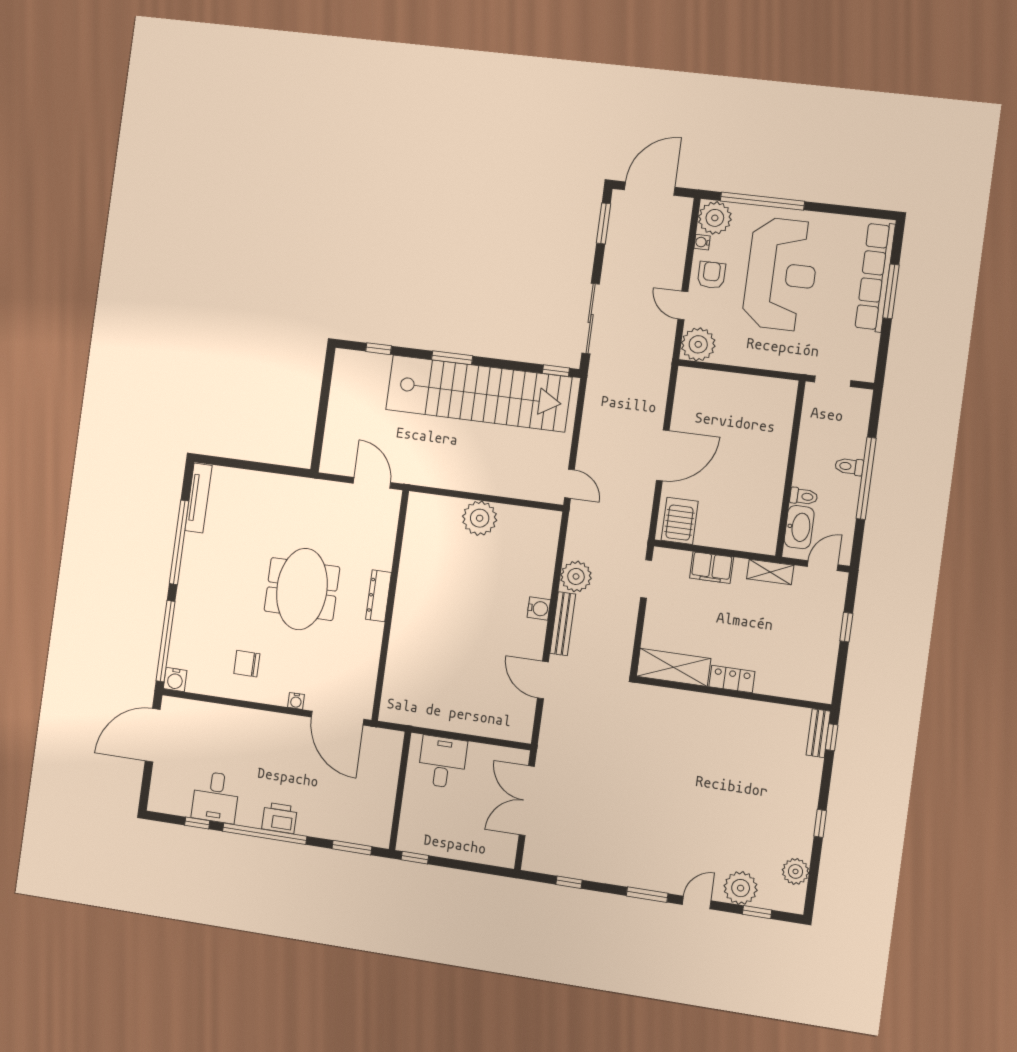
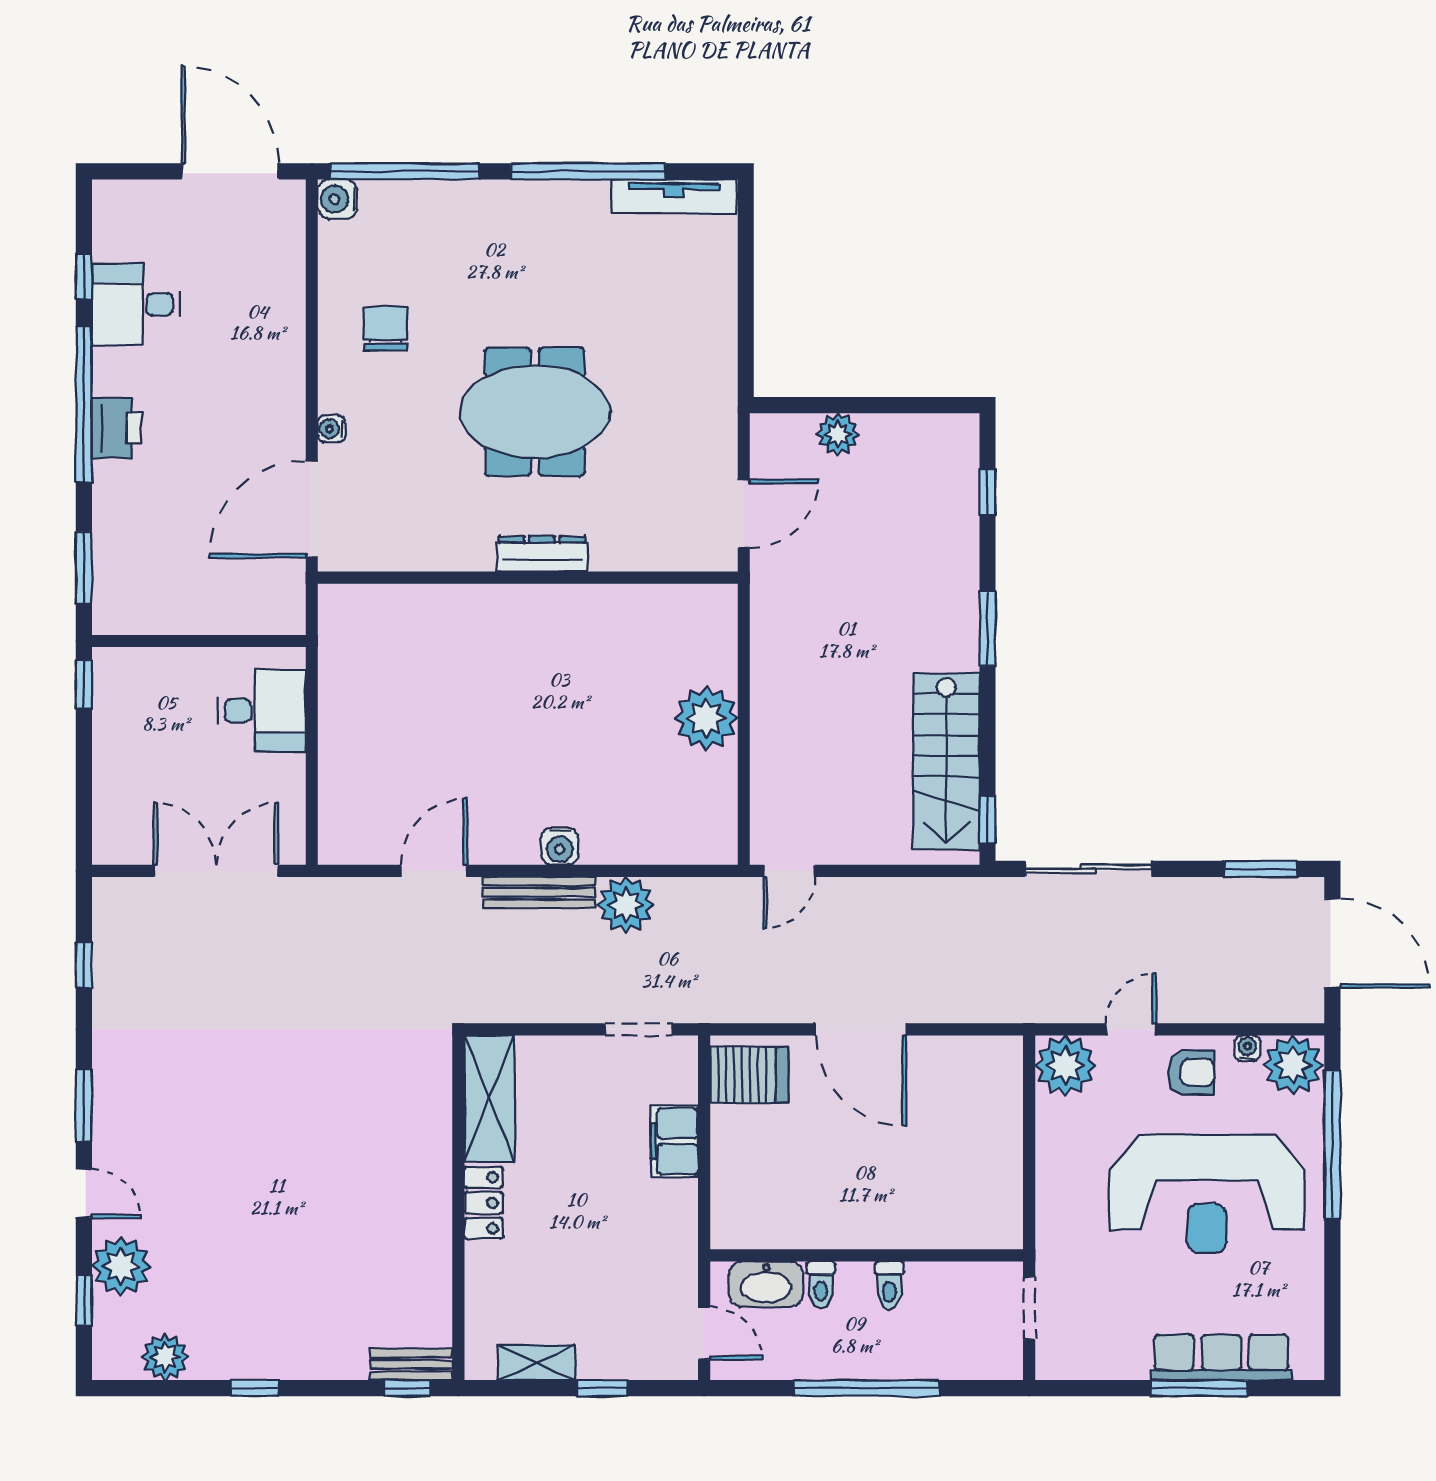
row of seats: (875, 277) -> (1221, 1357), width x0.73
stairs: (478, 393) -> (946, 761), width x0.54, depth x0.66
plant: (336, 426) -> (838, 434), added
toilet: (849, 466) -> (889, 1285), moved, turned 180
shelving: (770, 572) -> (536, 1363), moved, turned 90

